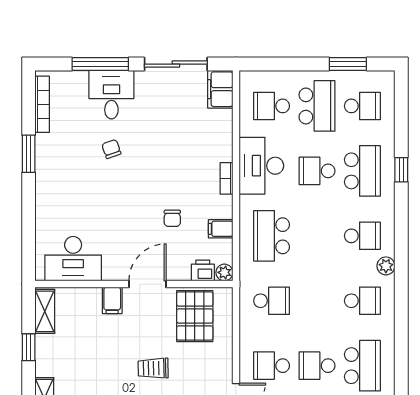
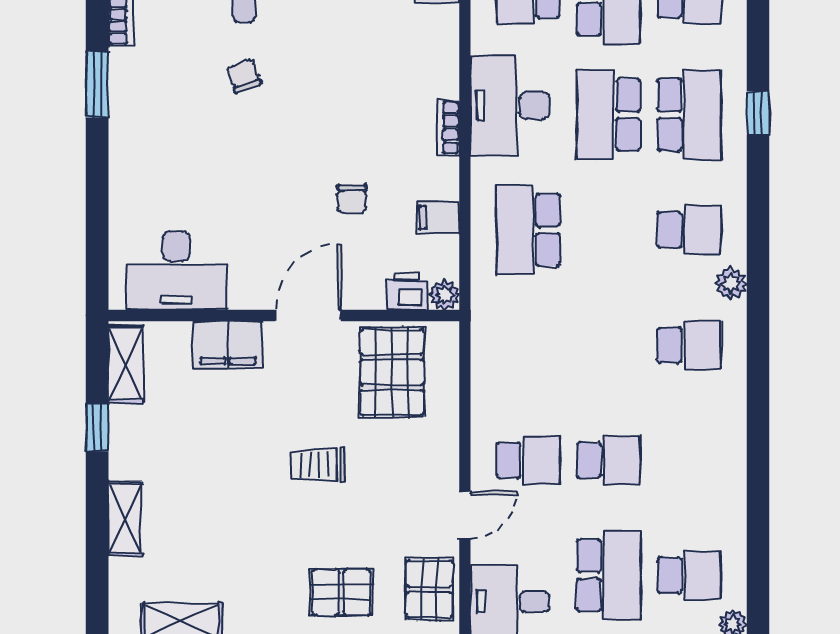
school desk: (317, 171) -> (609, 115), width x1.85
filing cabinet: (112, 300) -> (228, 345), width x2.00
school desk: (272, 301) -> (528, 345), removed
school desk: (272, 366) -> (528, 460), turned 180
school desk: (317, 366) -> (609, 460), turned 180
school desk: (362, 366) -> (689, 460), removed

